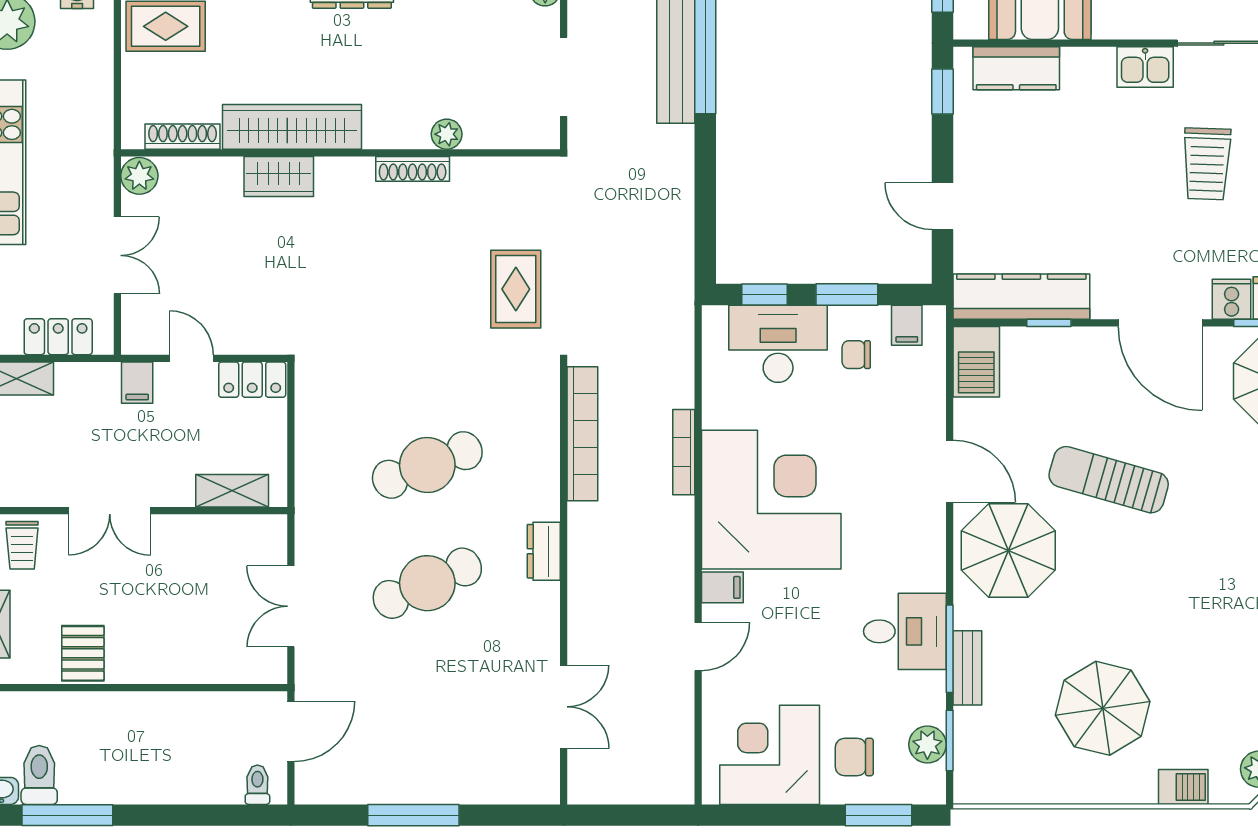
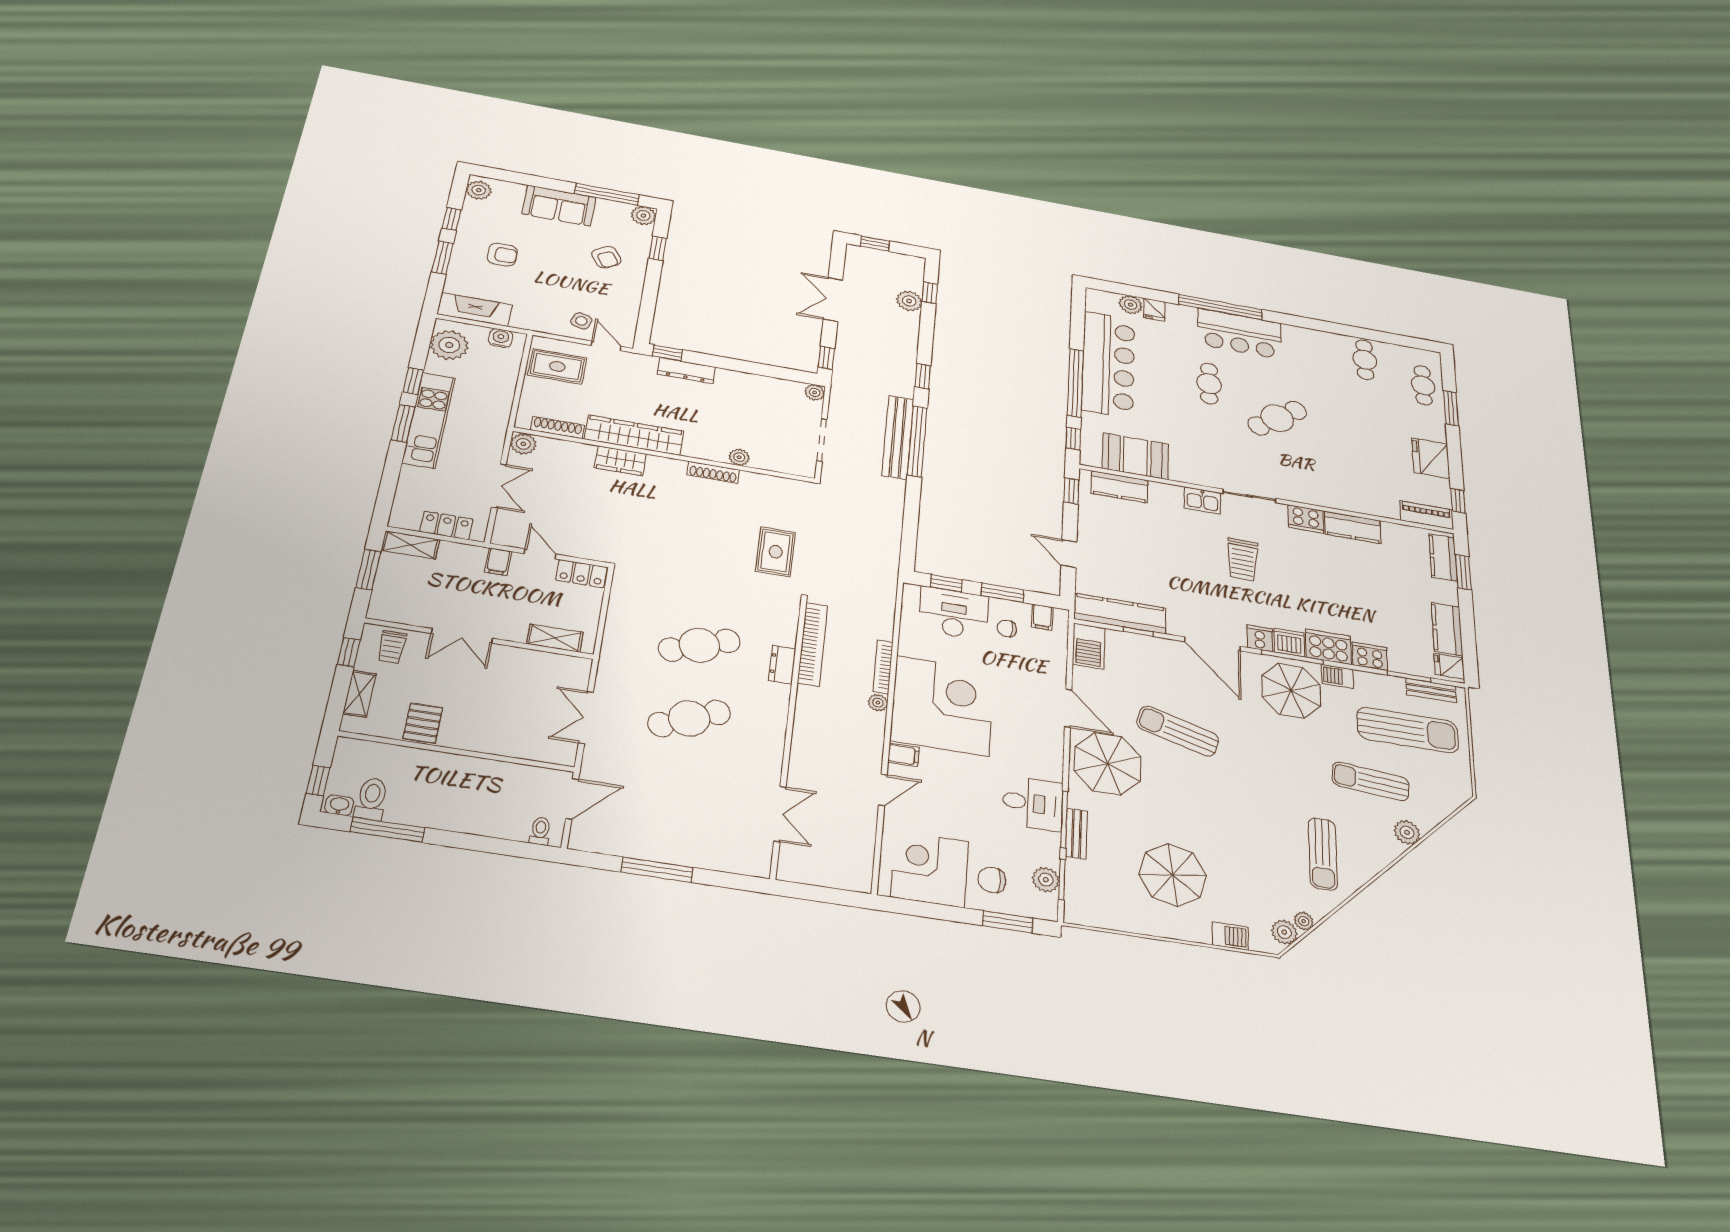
plant: (681, 511) -> (878, 703), added
dresser: (544, 551) -> (782, 665), moved

